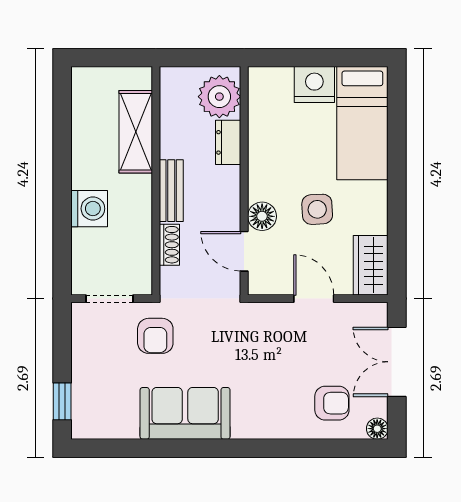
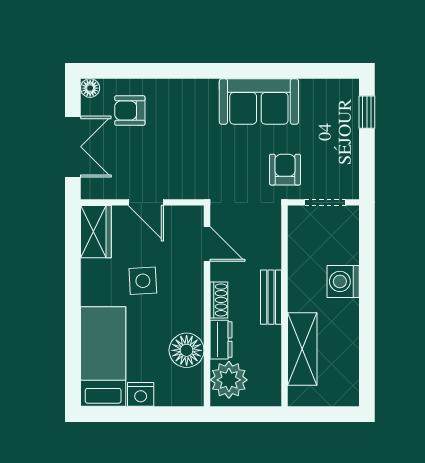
nightstand: (314, 84) -> (141, 394), width x0.74, depth x0.75
floor lamp: (262, 216) -> (187, 350), moved, width x1.38, depth x1.38
shoe rack: (169, 245) -> (219, 300), moved, turned 180

